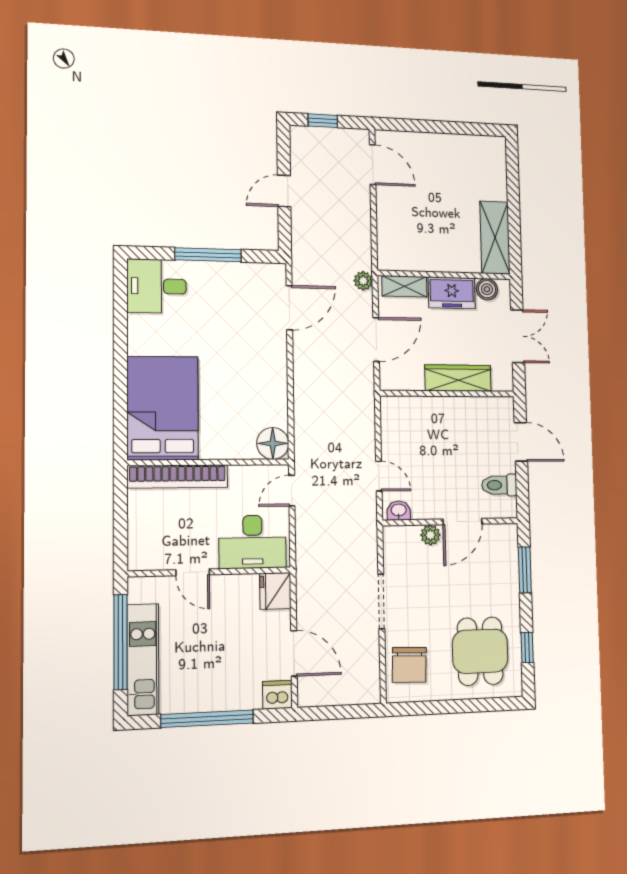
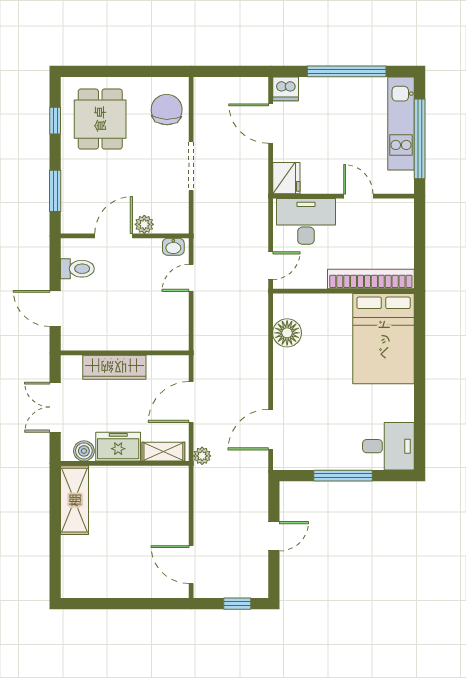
floor lamp: (273, 443) -> (287, 333), moved
door: (379, 476) -> (191, 278), hinge flipped

